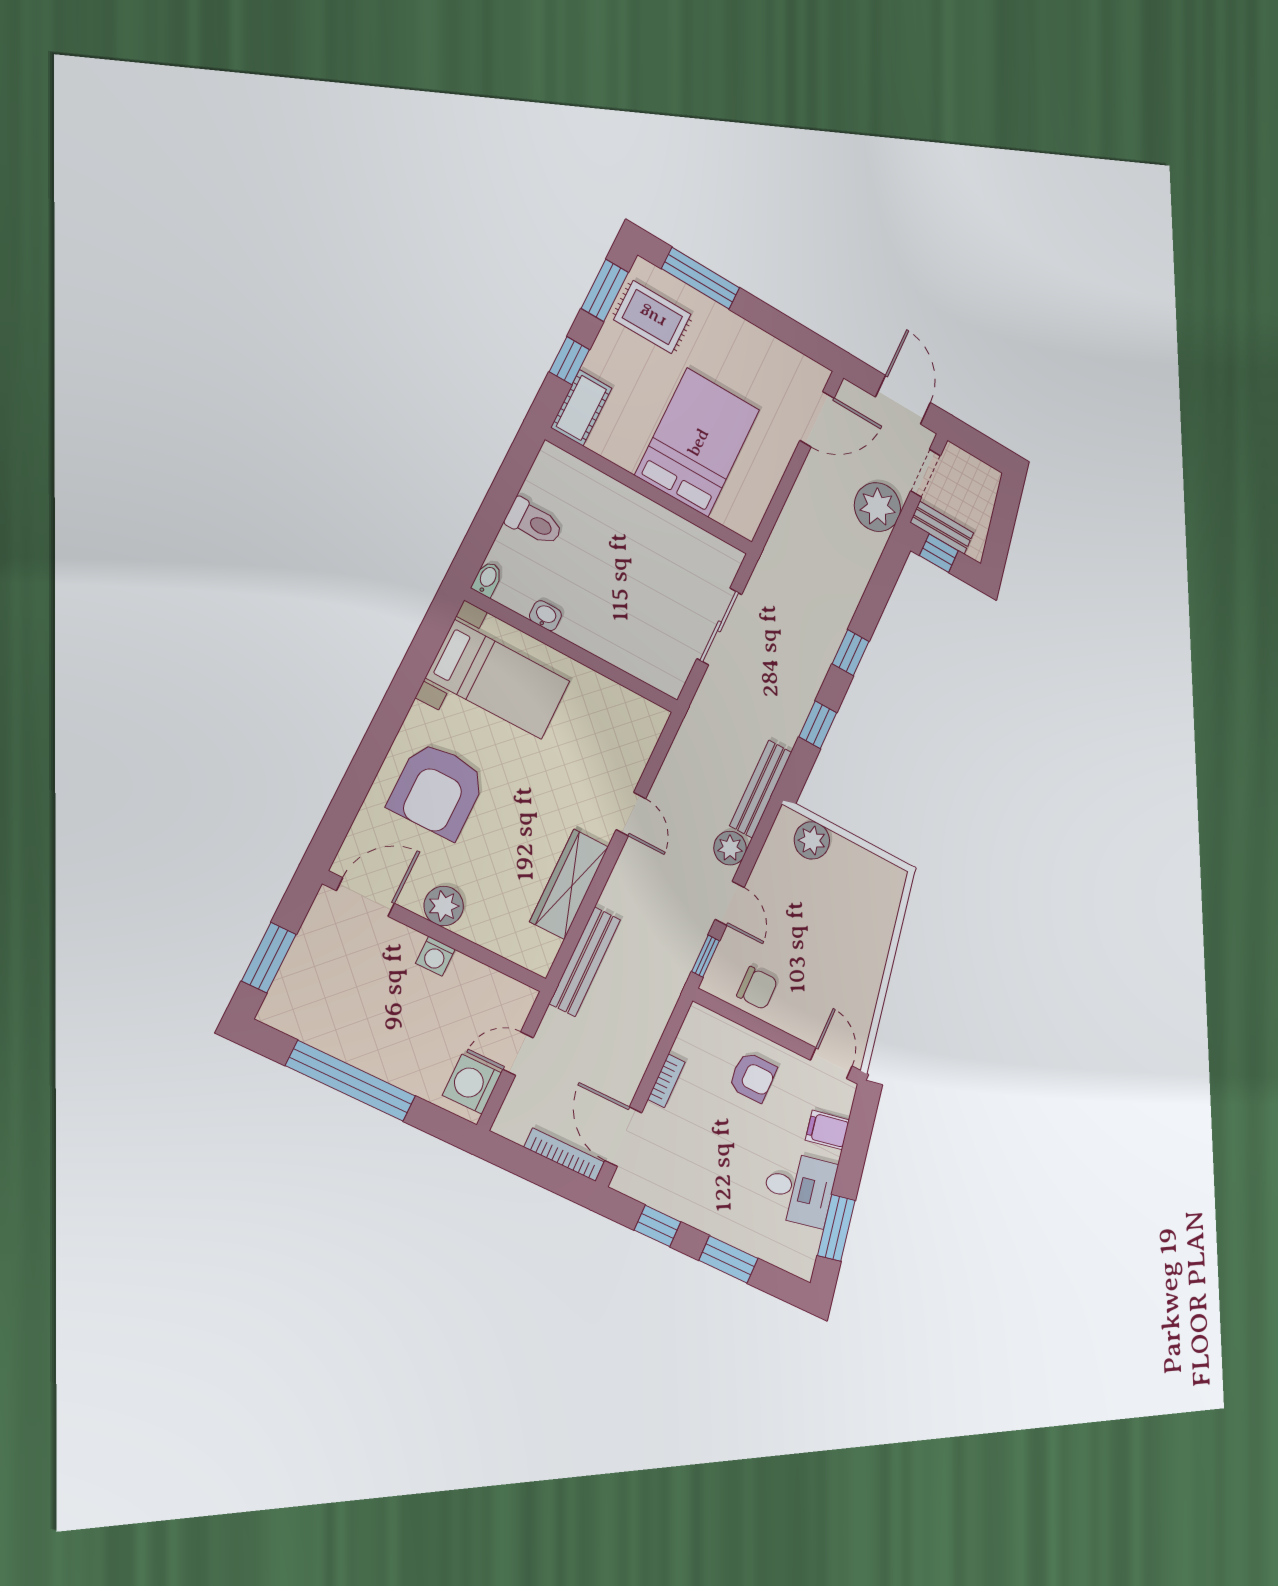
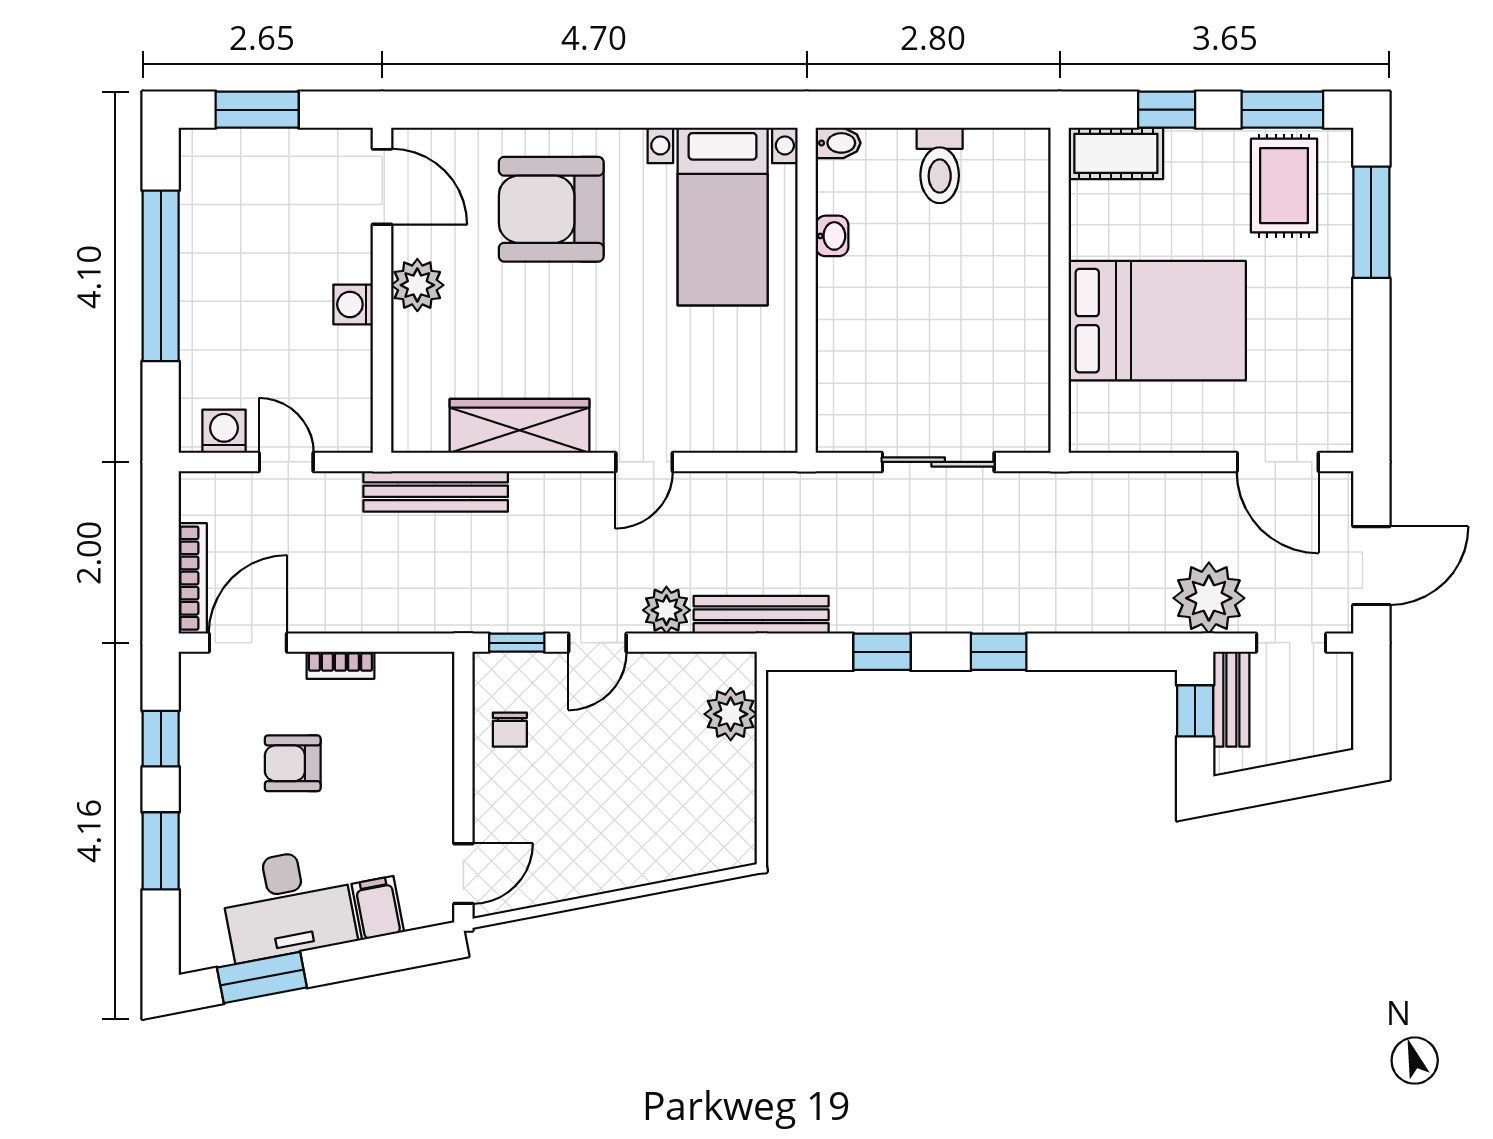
chair: (757, 988) -> (510, 730), width x0.73, depth x0.73
armchair: (753, 1077) -> (293, 763), moved, turned 90
washing machine: (472, 1084) -> (224, 431), width x0.73, depth x0.73
desk: (799, 1189) -> (288, 904), width x1.37

